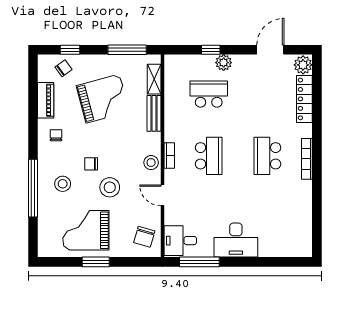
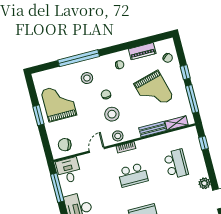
window: (70, 50) -> (185, 72), moved
window: (211, 50) -> (204, 143), moved
plant: (224, 63) -> (204, 183), moved
stool: (110, 187) -> (112, 114), moved

